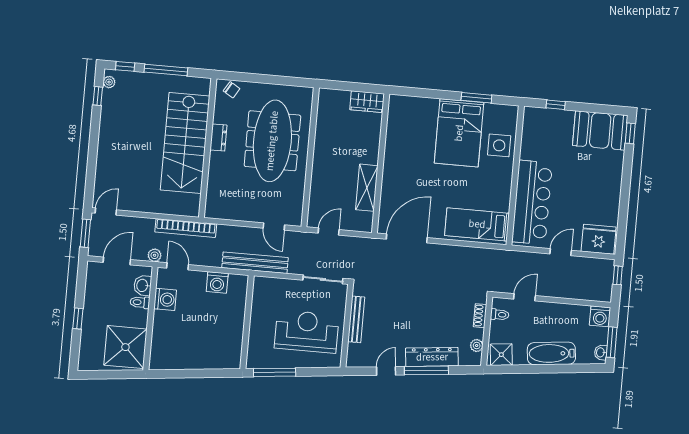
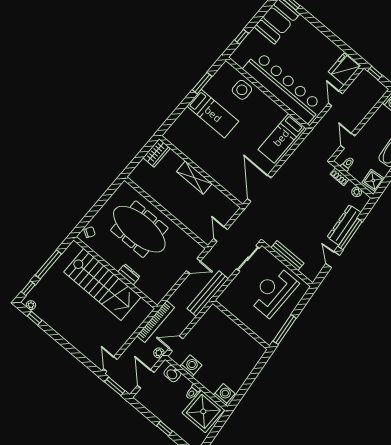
bed: (459, 133) -> (213, 114), width x0.67
dresser: (218, 137) -> (129, 274), moved
shelving: (367, 188) -> (194, 178), moved
bar counter: (532, 202) -> (283, 87), width x1.36
washing machine: (217, 282) -> (224, 394), moved, turned -90
toilet: (140, 302) -> (193, 392), moved

